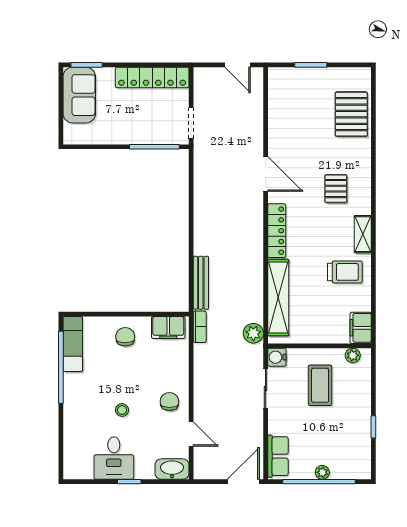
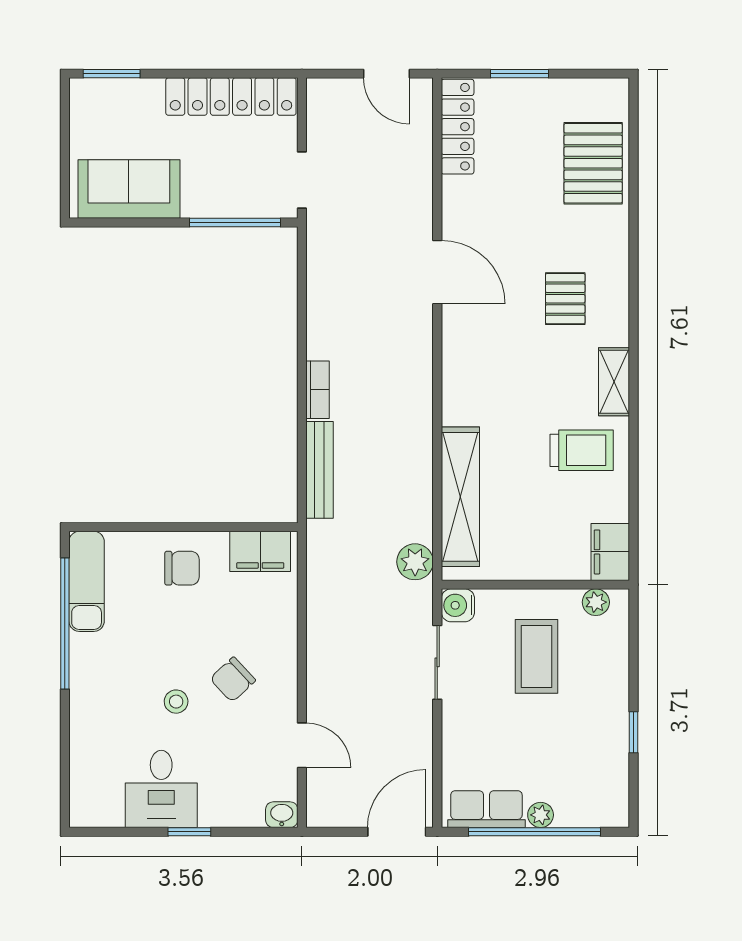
sofa: (79, 95) -> (129, 189), moved, turned -90
locker: (277, 231) -> (458, 127), moved
bookcase: (200, 327) -> (317, 390), moved
chair: (125, 337) -> (182, 568), turned 90
chair: (169, 402) -> (233, 680), moved, turned -133
row of seats: (278, 456) -> (486, 809), moved, turned -90
washbasin: (172, 469) -> (282, 815), width x0.52, depth x0.69

